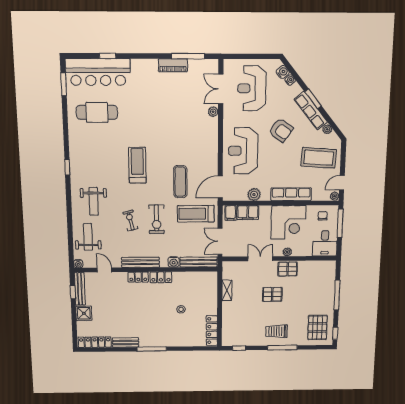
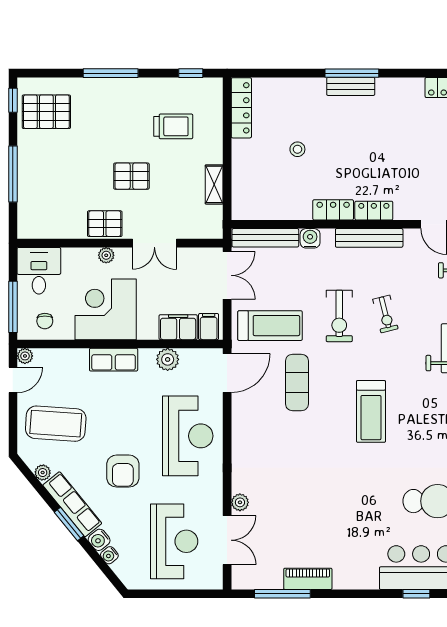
water cooler: (283, 72) -> (99, 540), moved
armchair: (281, 130) -> (123, 471), turned -125
row of seats: (291, 194) -> (114, 360), width x0.68
exercise bike: (157, 219) -> (339, 316), turned 180
pallet: (317, 328) -> (46, 112), turned 90
trolley: (277, 331) -> (173, 126), moved
bench: (126, 342) -> (351, 86), moved

